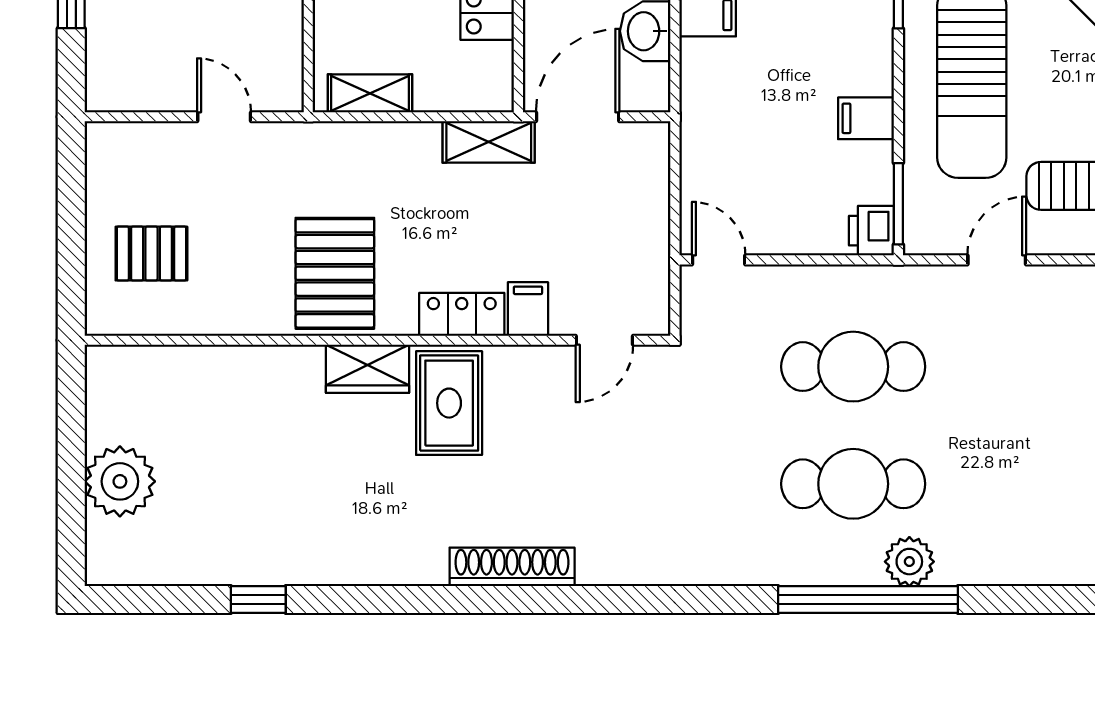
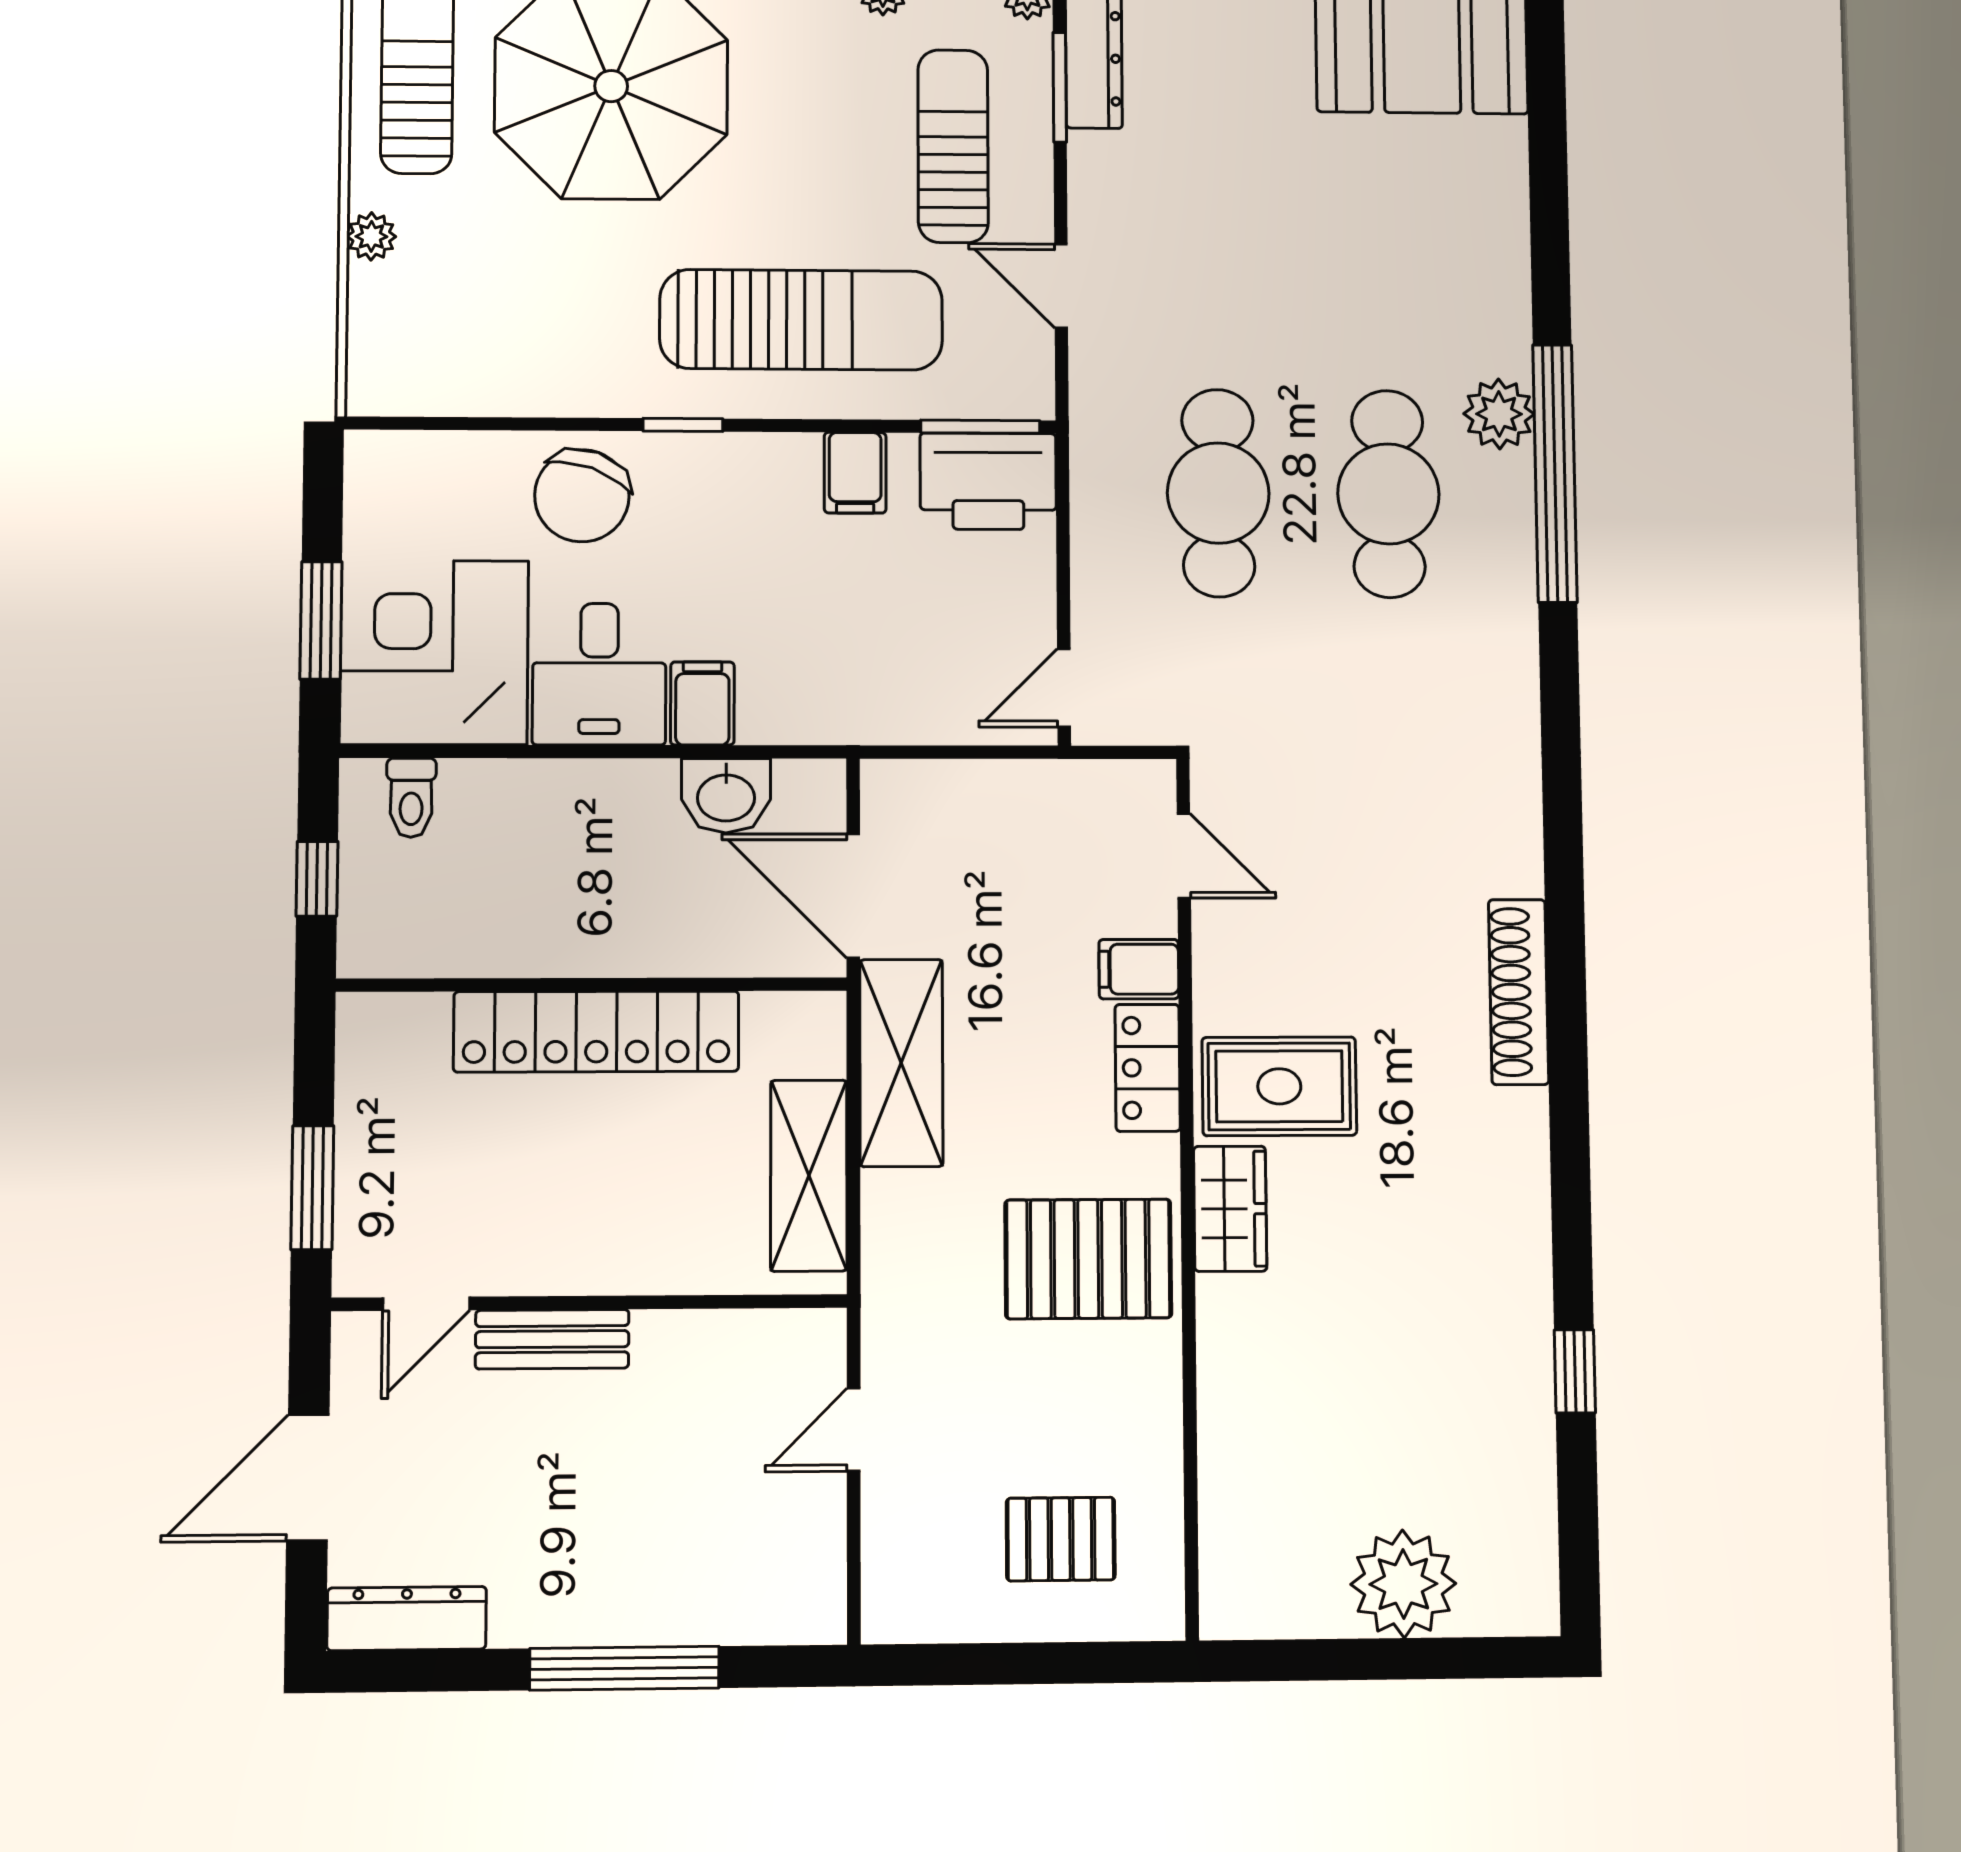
shelving: (370, 93) -> (809, 1176), width x1.50, depth x1.33
shelving: (489, 142) -> (901, 1063), width x1.50, depth x1.33
printer: (871, 231) -> (988, 481), width x1.87, depth x1.48
pallet: (151, 254) -> (1061, 1539), turned 90

